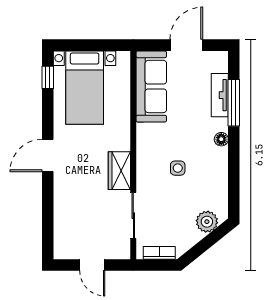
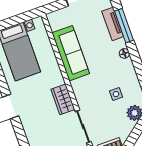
sofa: (151, 86) -> (71, 53), moved
side table: (178, 168) -> (116, 94), moved

